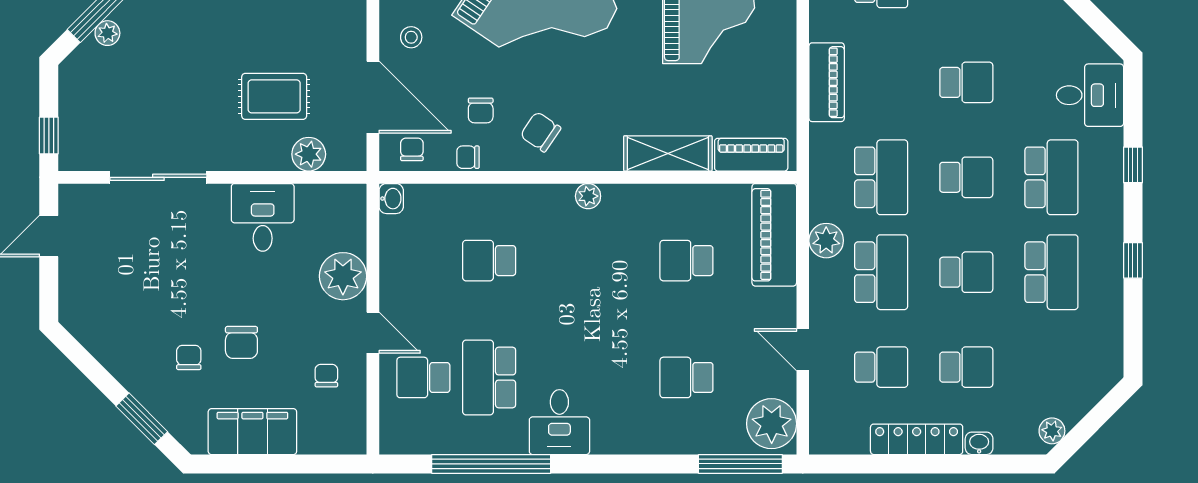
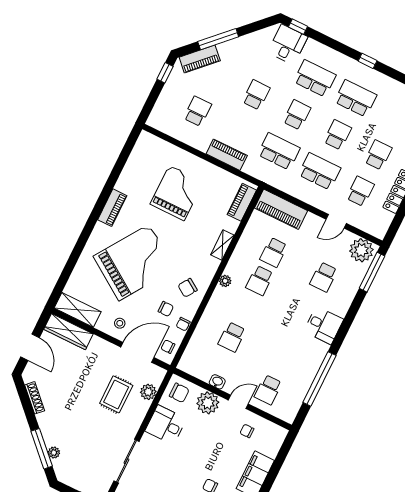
shelving: (668, 153) -> (222, 245), width x0.67, depth x0.75
window: (1133, 165) -> (298, 27), moved
washbasin: (391, 199) -> (217, 382), moved
plant: (826, 241) -> (294, 188), removed
chair: (241, 342) -> (179, 393), moved
school desk: (489, 377) -> (260, 281), moved, width x0.54
desk: (559, 422) -> (324, 325), moved

